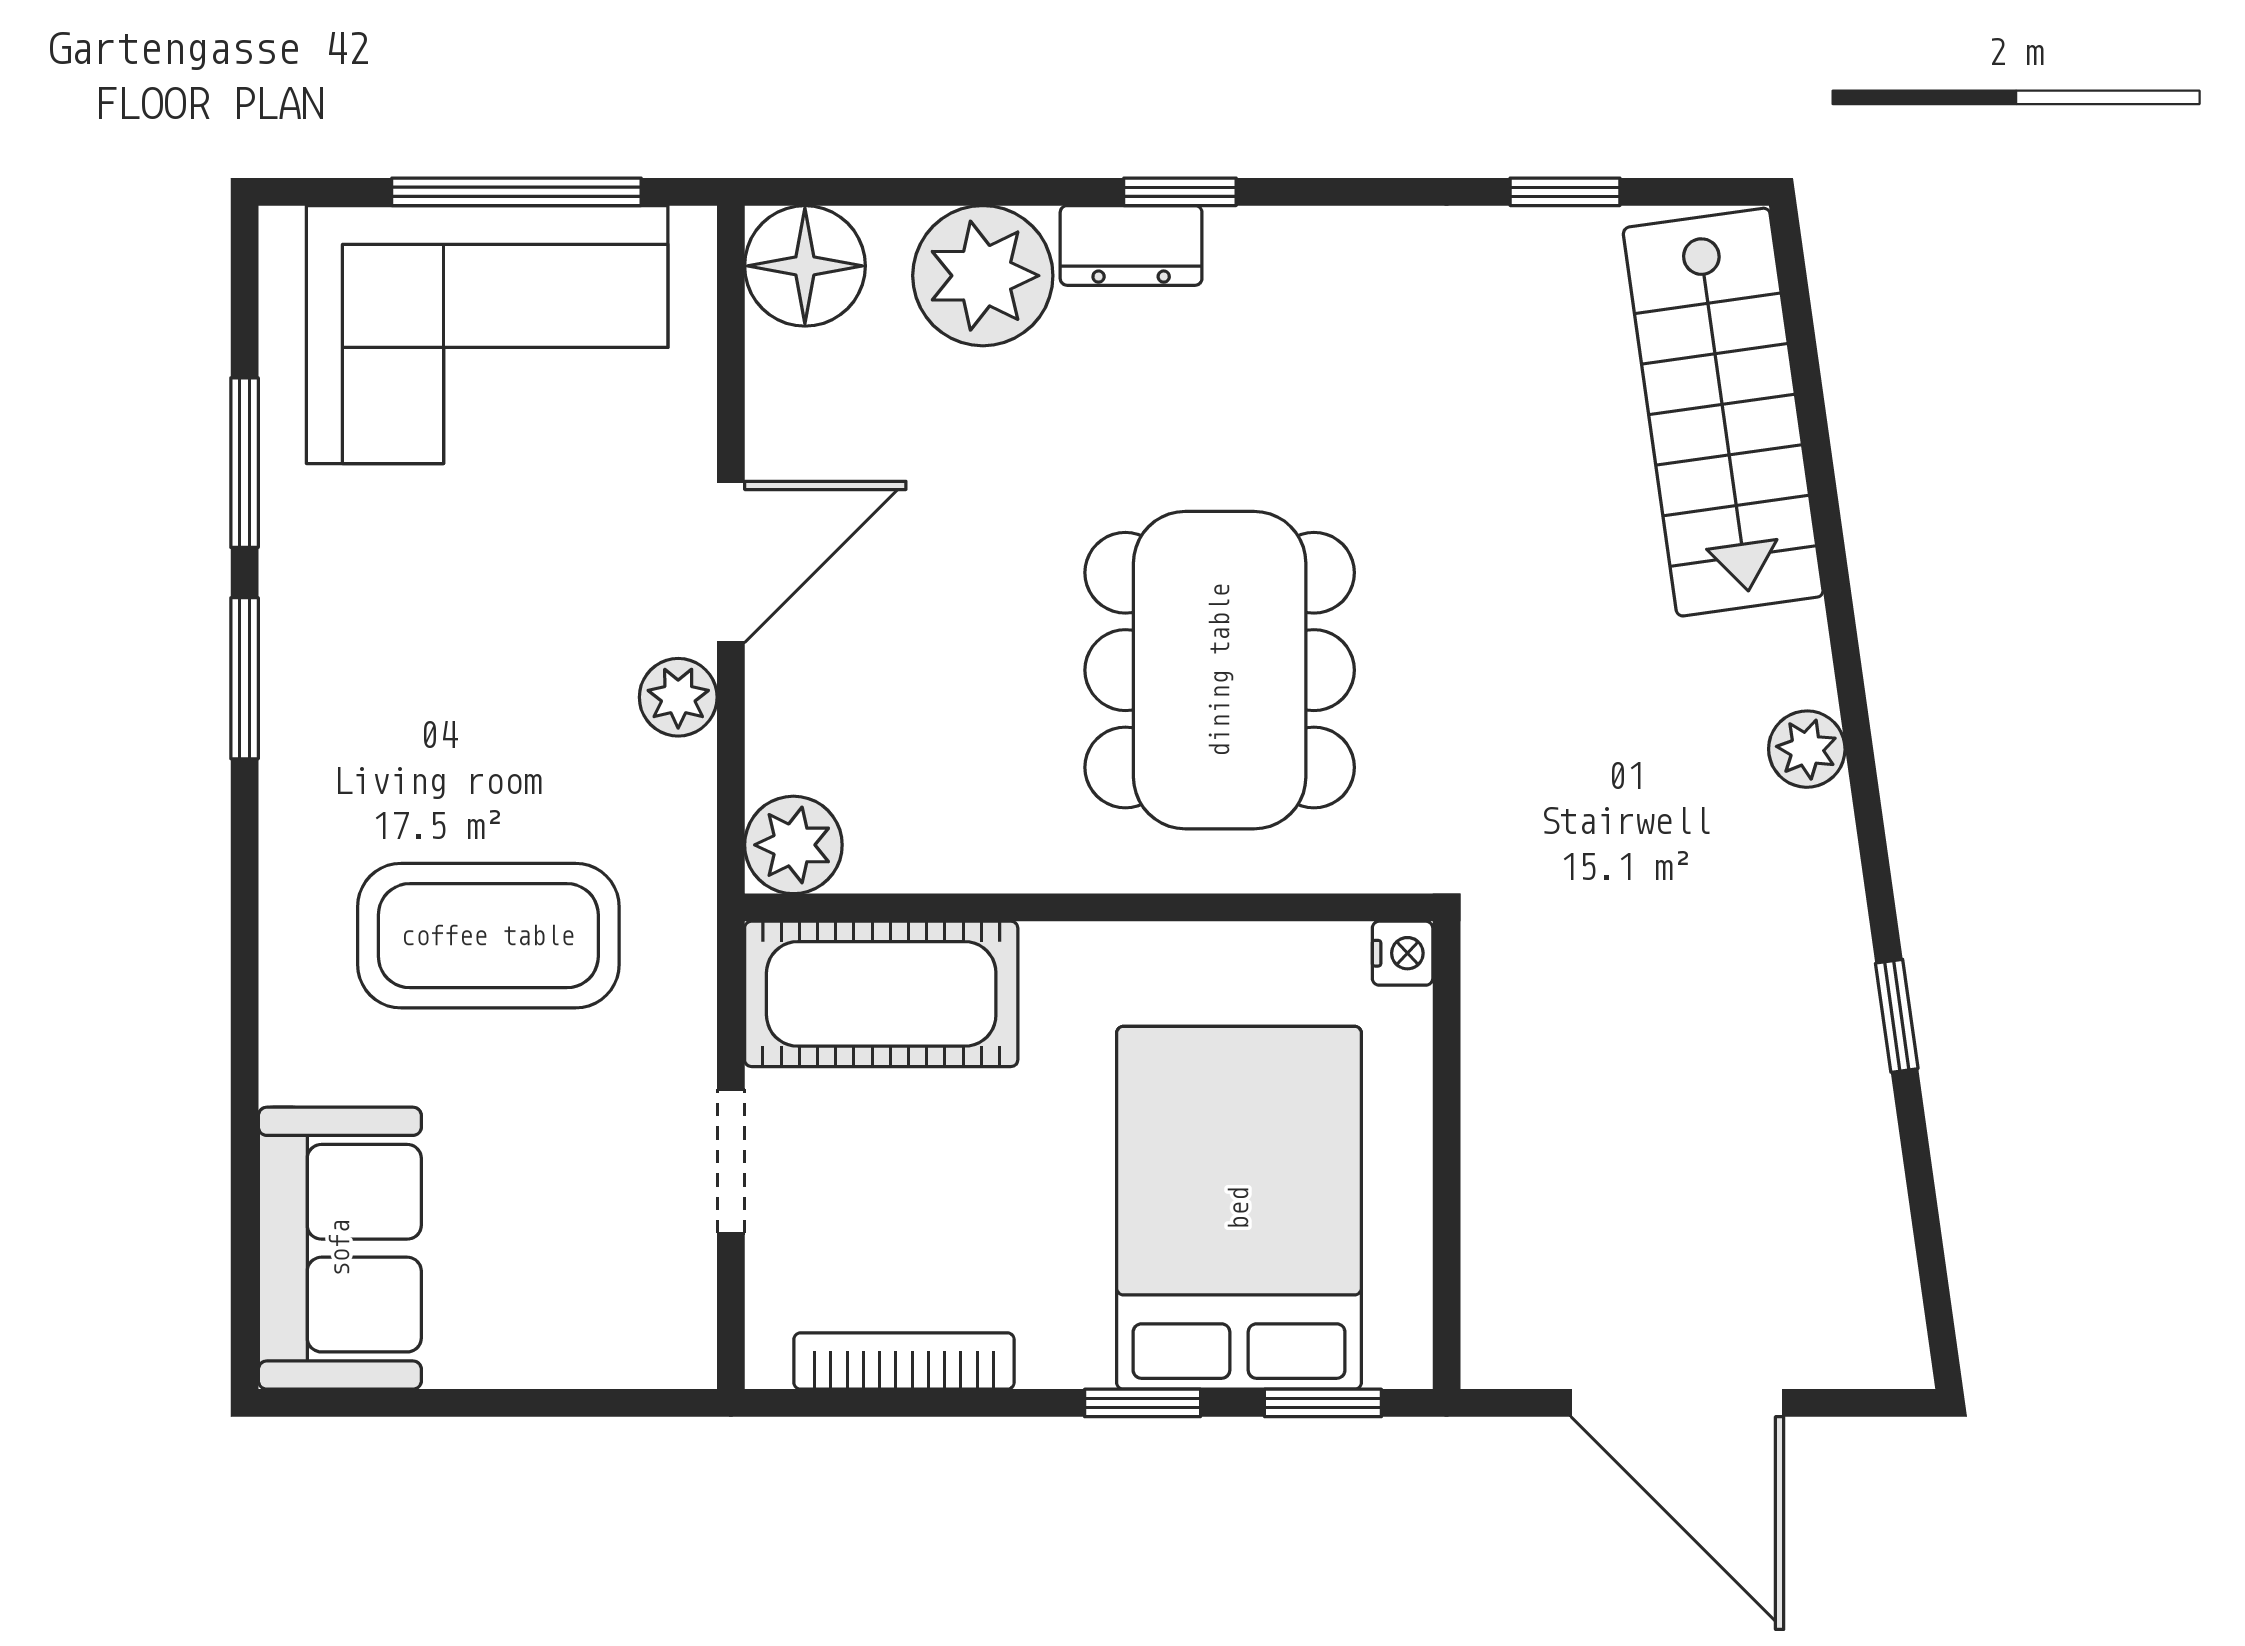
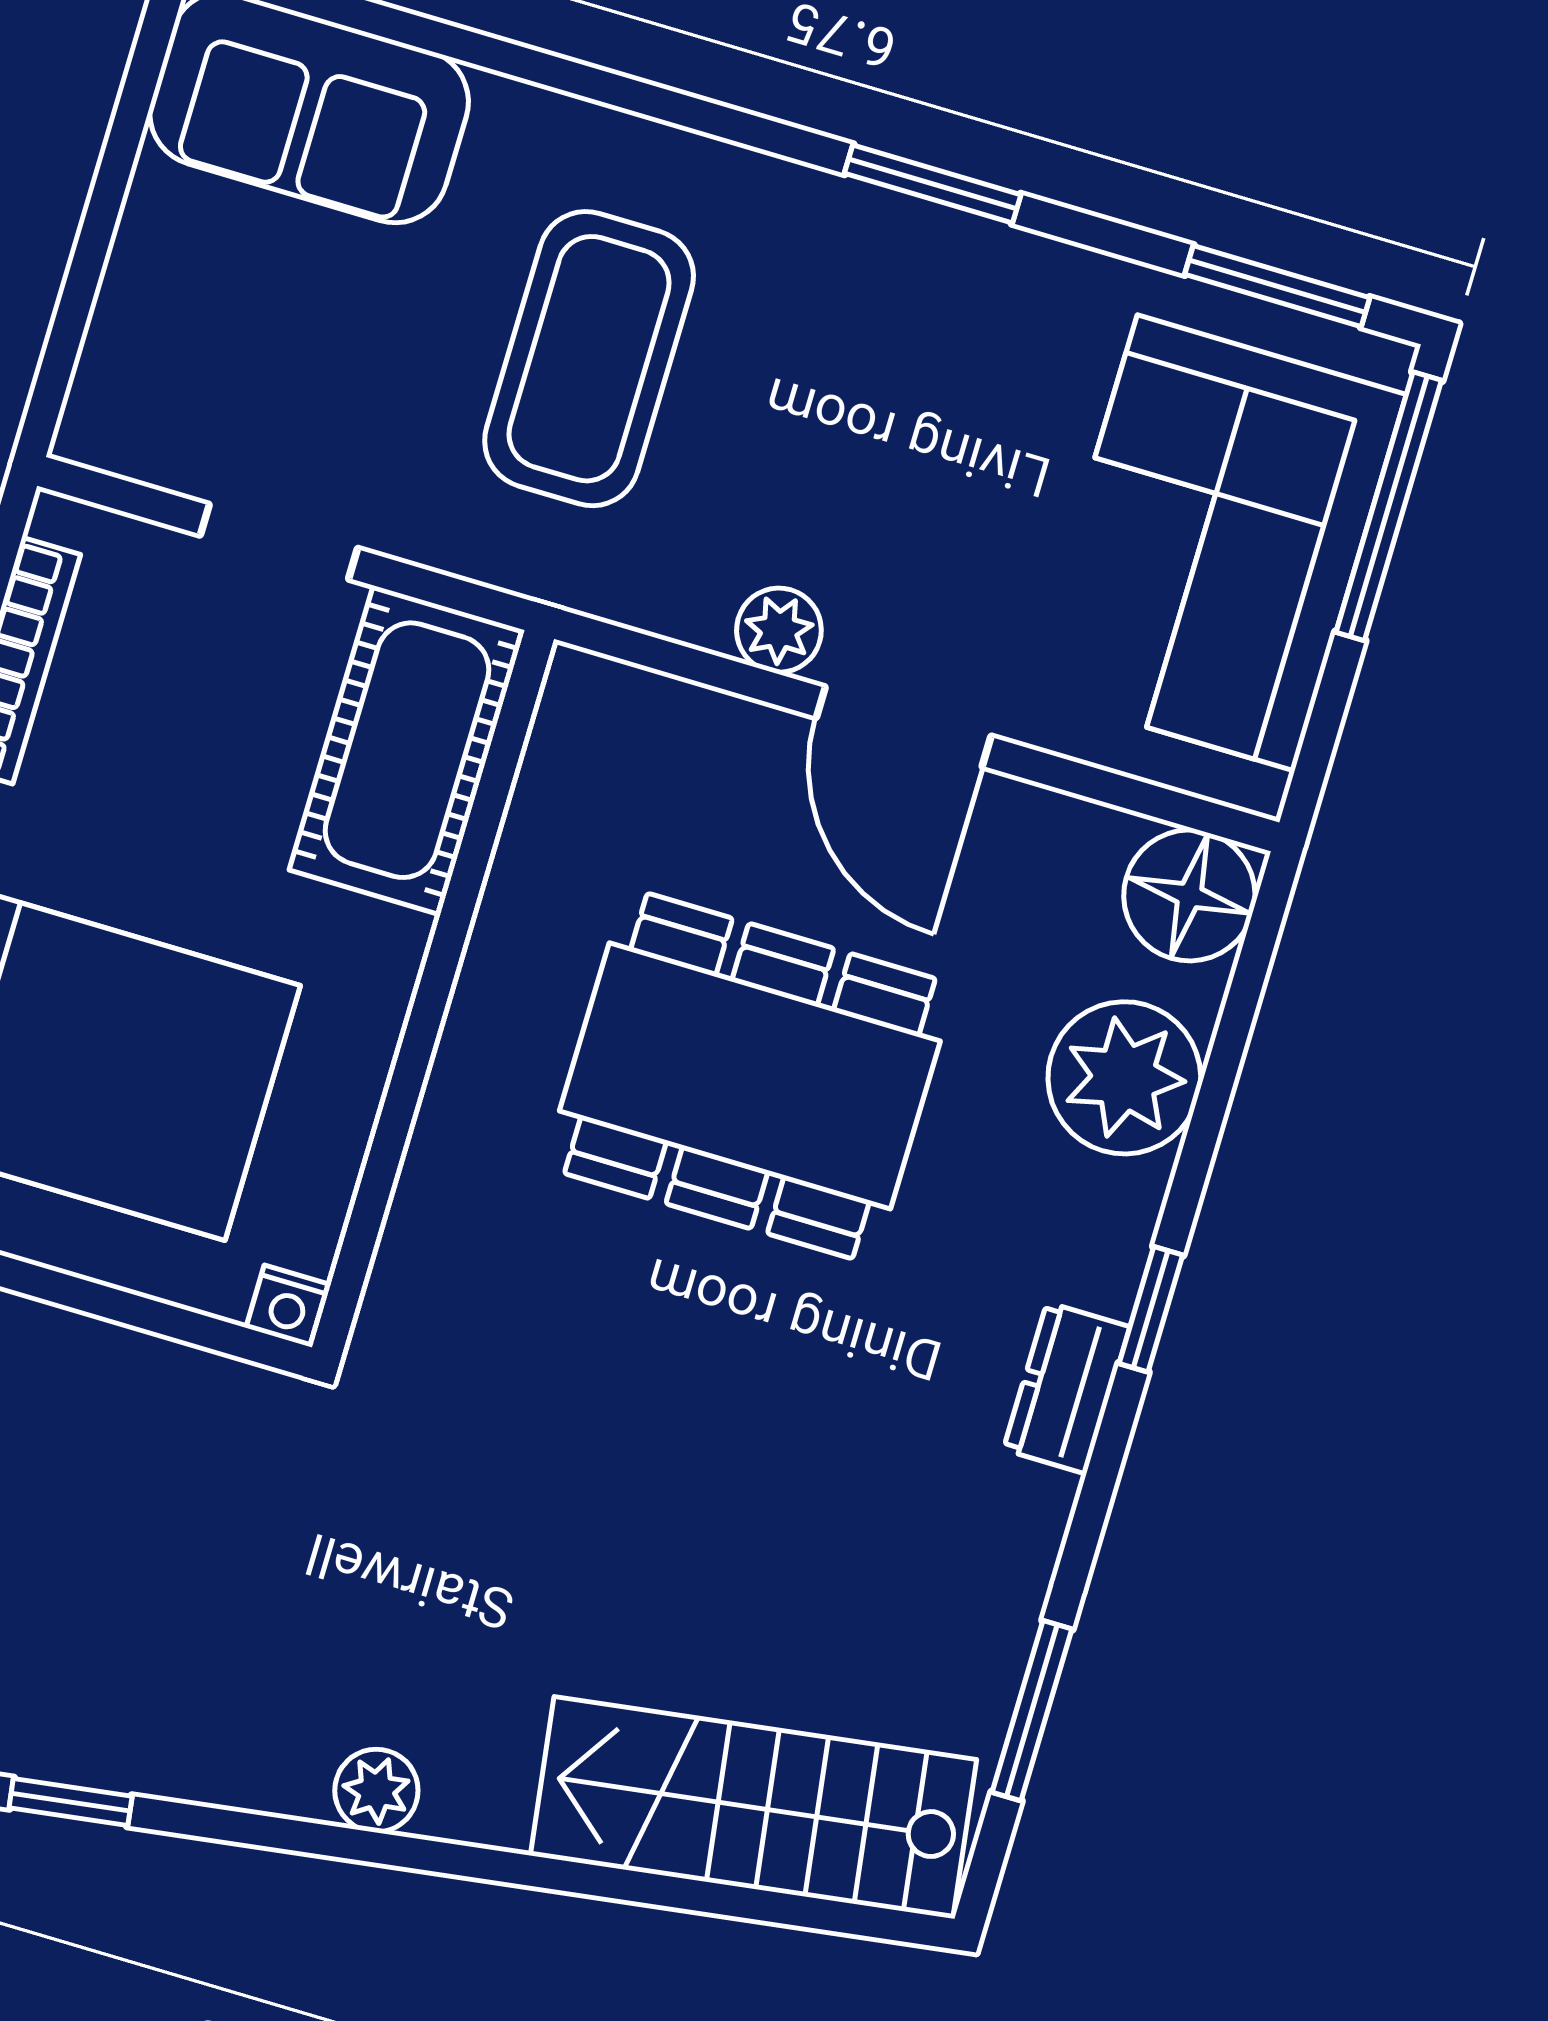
window: (516, 192) -> (1389, 506), moved
window: (1565, 192) -> (1032, 1711), width x1.50
dresser: (1131, 245) -> (1067, 1388), moved
window: (245, 463) -> (1277, 286), moved
dining table: (1220, 670) -> (750, 1076), moved
plant: (793, 845) -> (589, 705), removed

